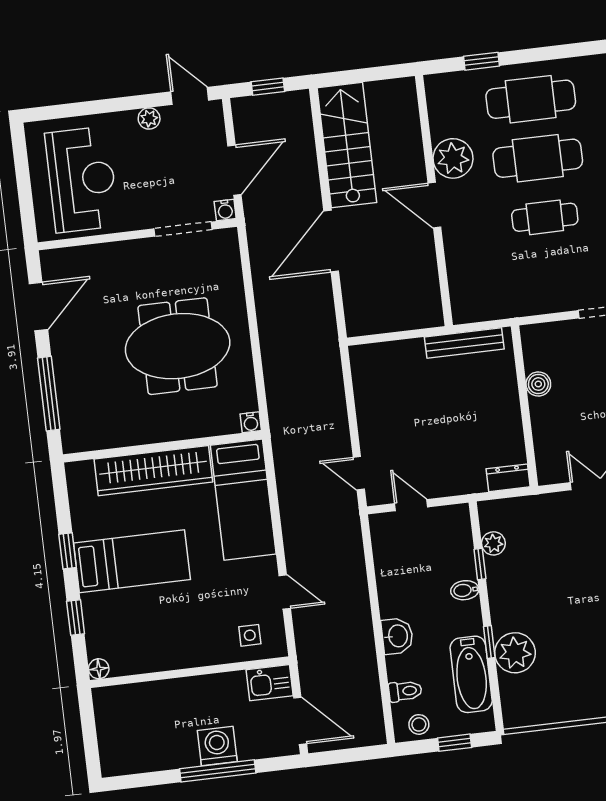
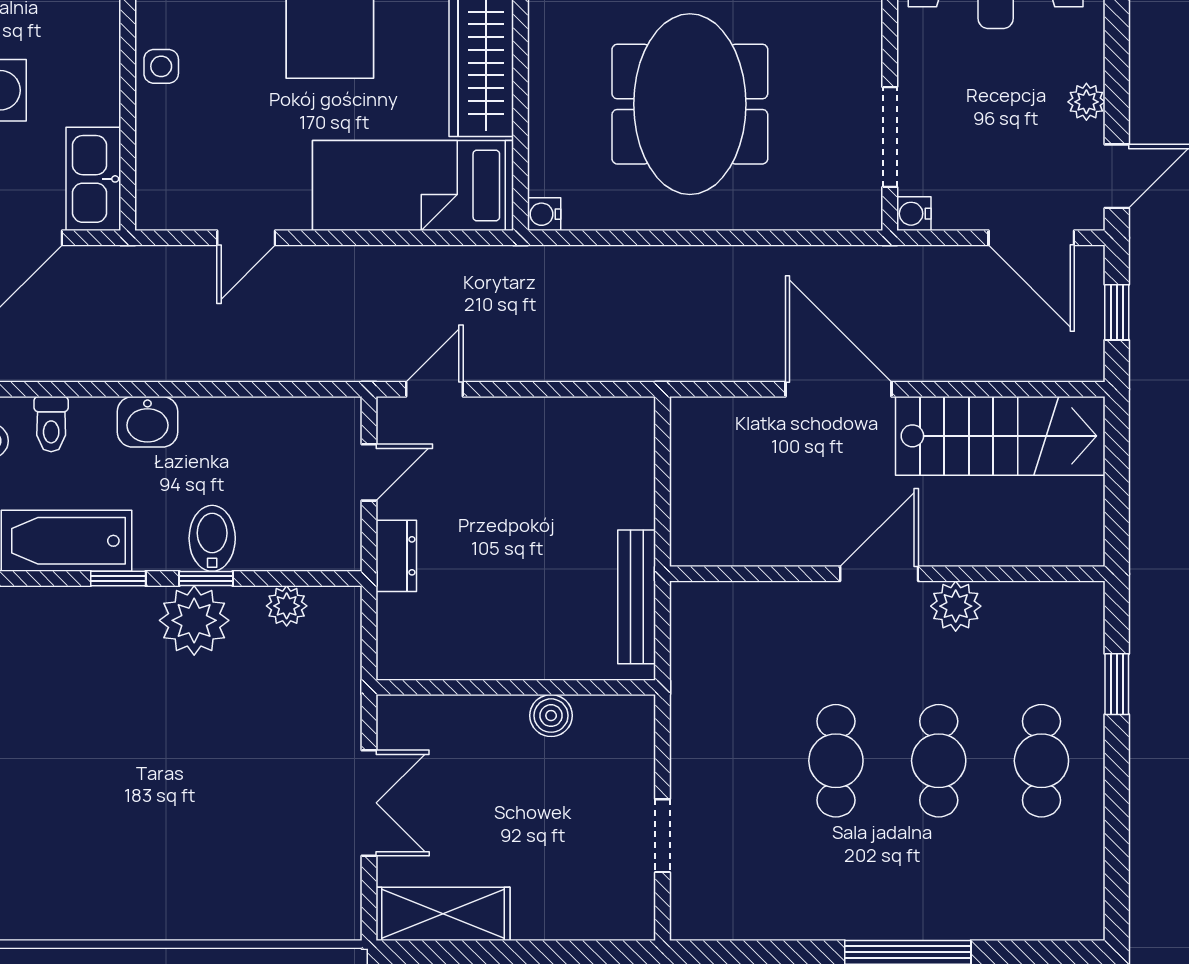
cafe table: (531, 99) -> (1041, 761), width x0.73, depth x0.74
plant: (453, 158) -> (956, 606), width x0.73, depth x0.73
cafe table: (538, 158) -> (939, 761), width x0.73, depth x0.74
door: (234, 170) -> (1031, 238), moved
dresser: (508, 478) -> (396, 556), moved
window: (480, 564) -> (206, 579), moved
bidet: (465, 590) -> (212, 538), width x1.38, depth x1.36
side table: (250, 635) -> (161, 66), moved
plant: (515, 653) -> (194, 620), moved
kitchen sink: (270, 683) -> (93, 179), width x1.38

